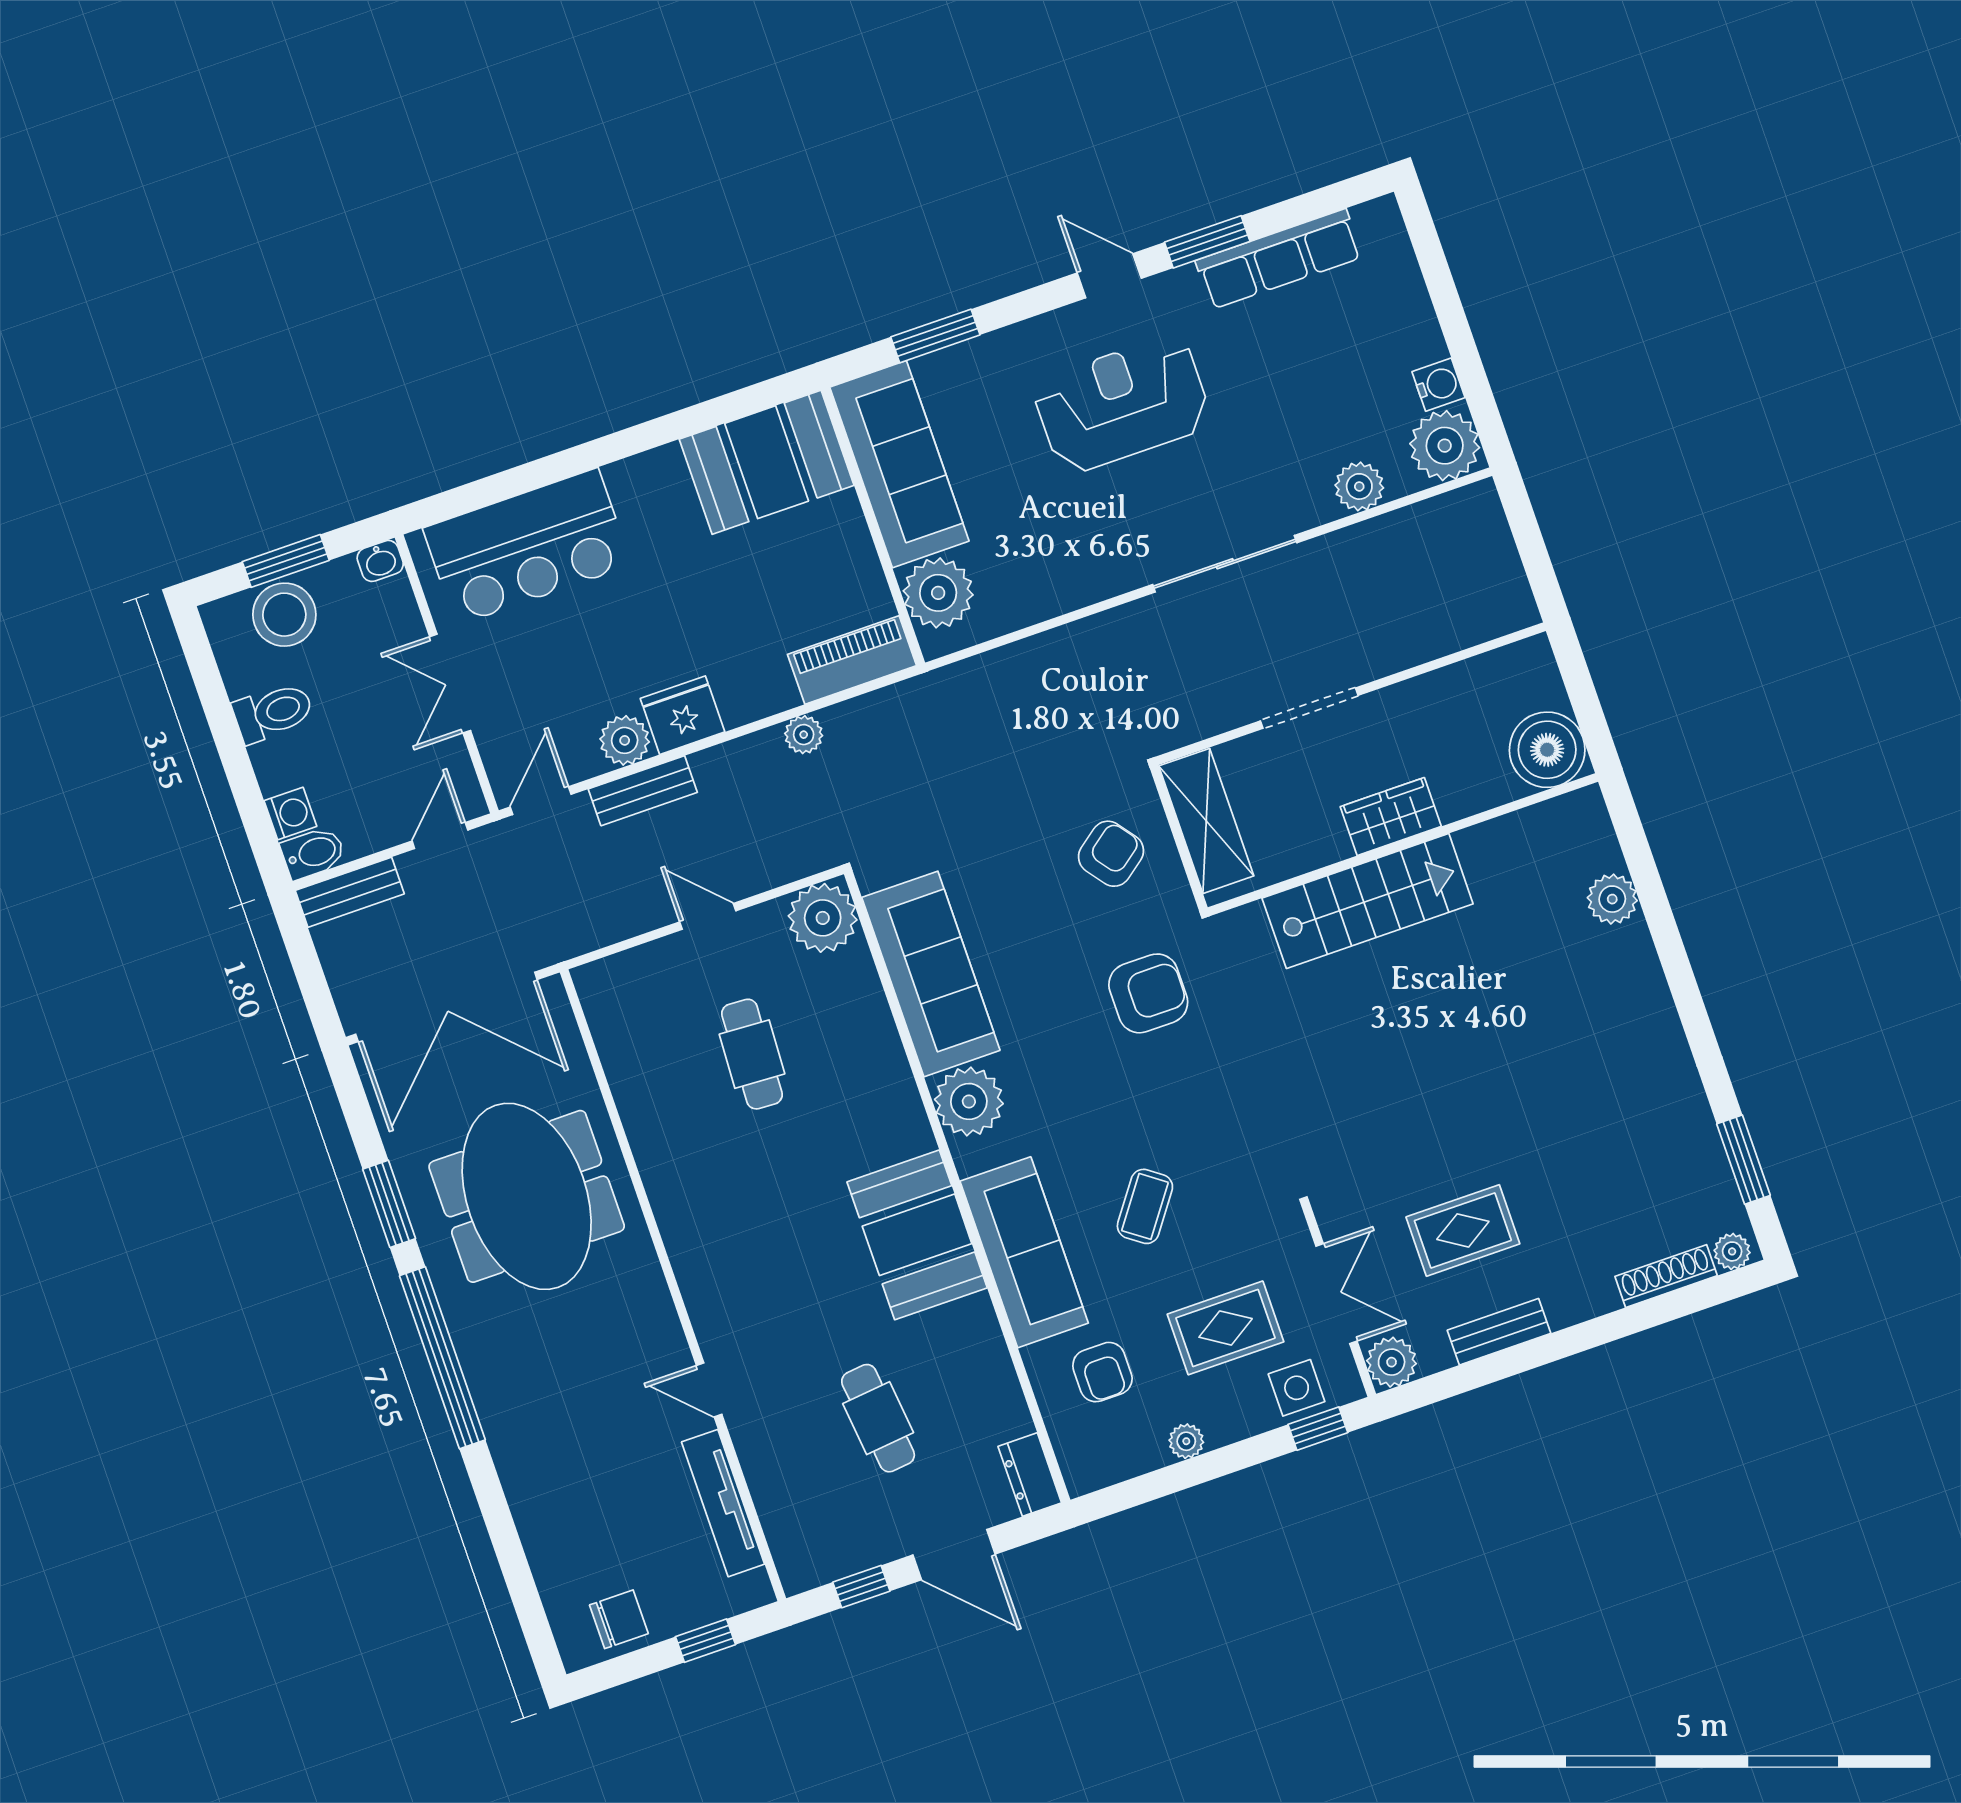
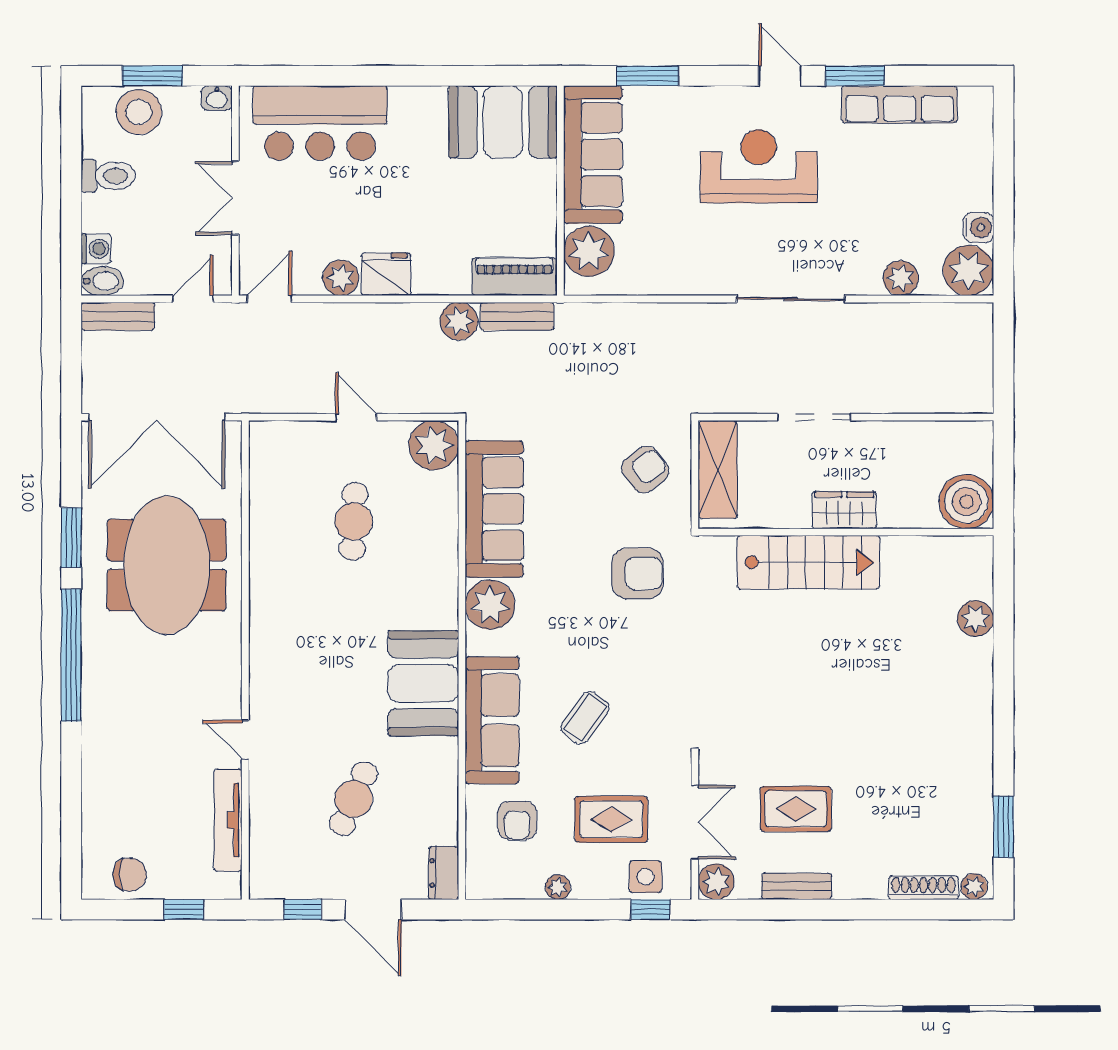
plant: (804, 735) -> (459, 321), width x1.38, depth x1.38
bench: (643, 791) -> (517, 316), moved
cafe table: (878, 1418) -> (354, 799), turned 30

